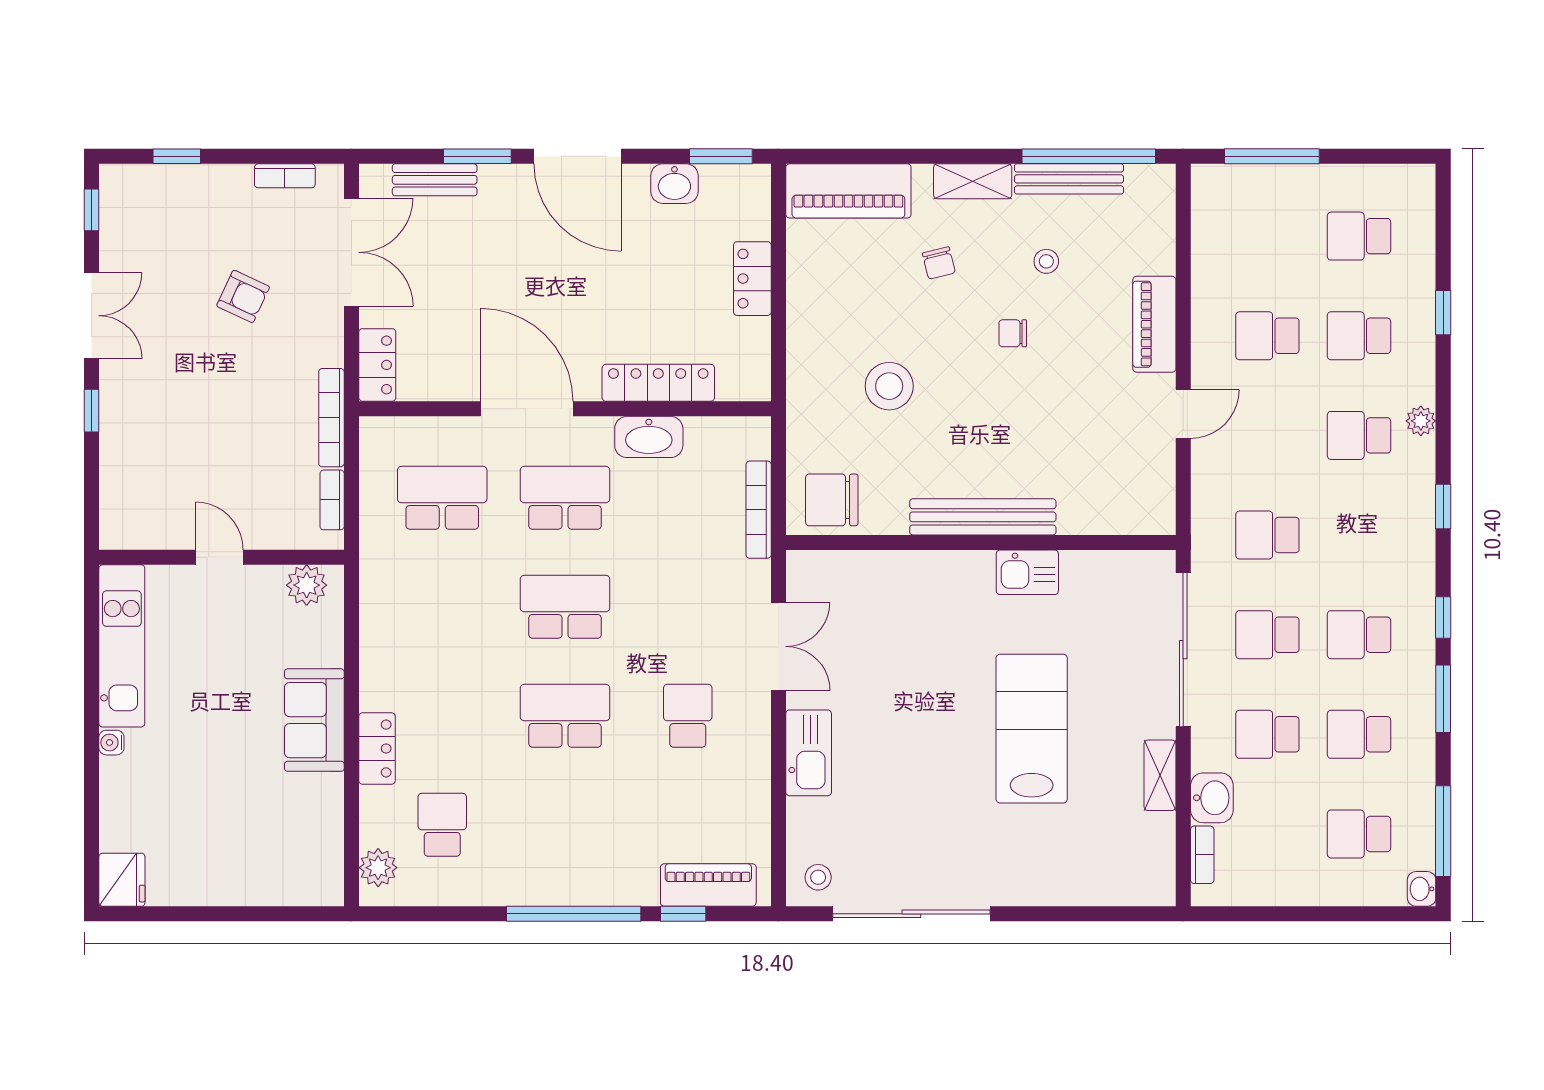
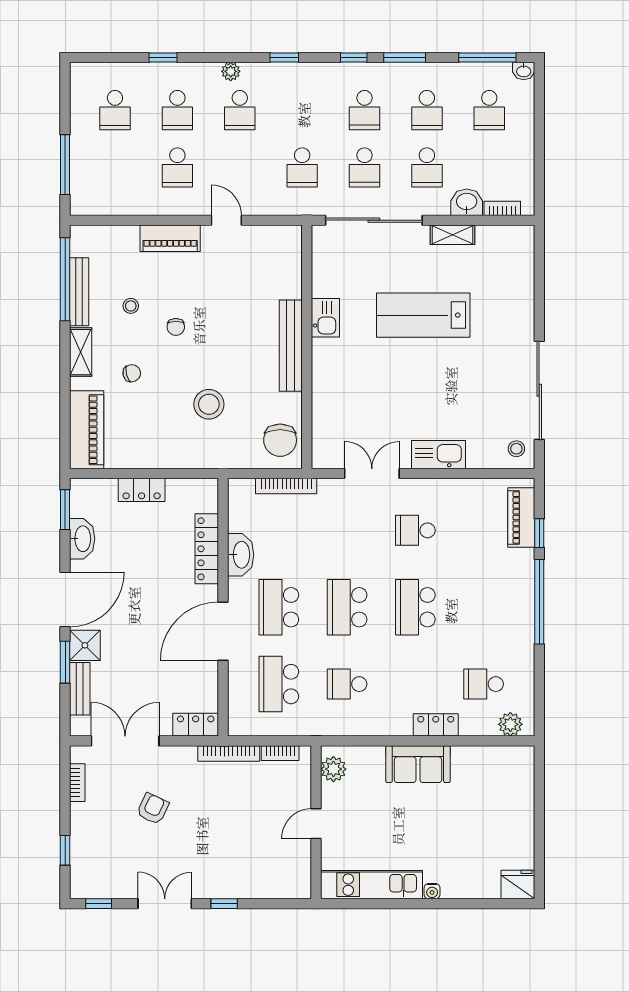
washbasin: (674, 184) -> (82, 539), width x1.38
shower: (504, 188) -> (85, 645), added
school desk: (442, 607) -> (347, 684), added

